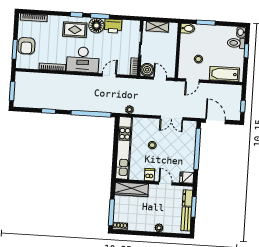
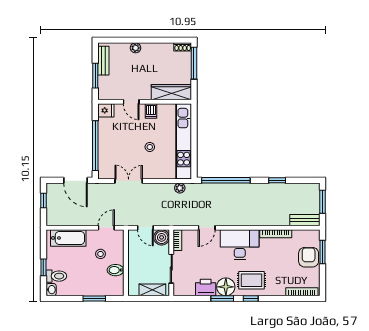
bidet: (188, 28) -> (116, 270), moved
bench: (28, 77) -> (305, 220), added
dresser: (187, 198) -> (103, 86), removed

